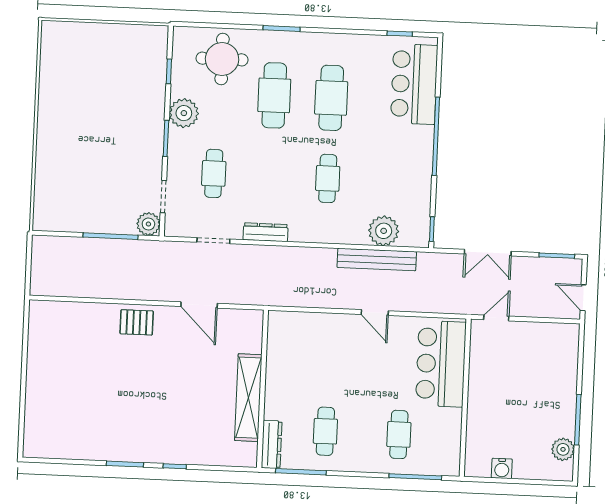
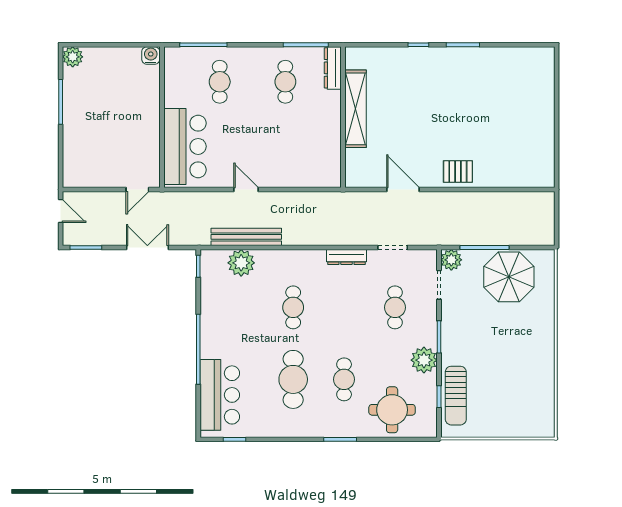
sun lounger: (150, 72) -> (456, 396), added
cafe table: (274, 95) -> (344, 379), width x0.73, depth x0.74
parasol: (85, 202) -> (509, 277), added
plant: (563, 449) -> (73, 57), moved
water cooler: (502, 468) -> (151, 55), moved

